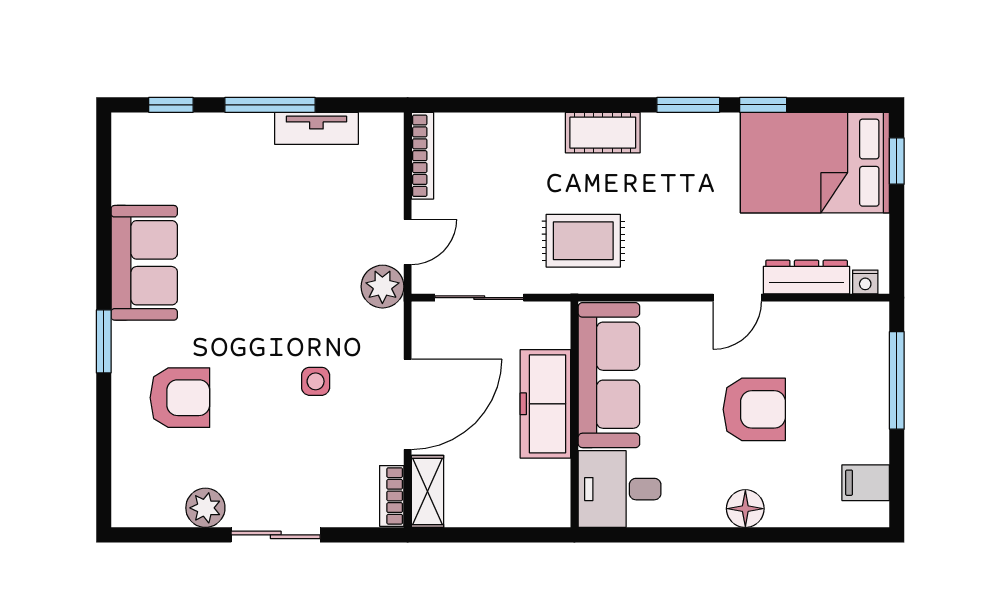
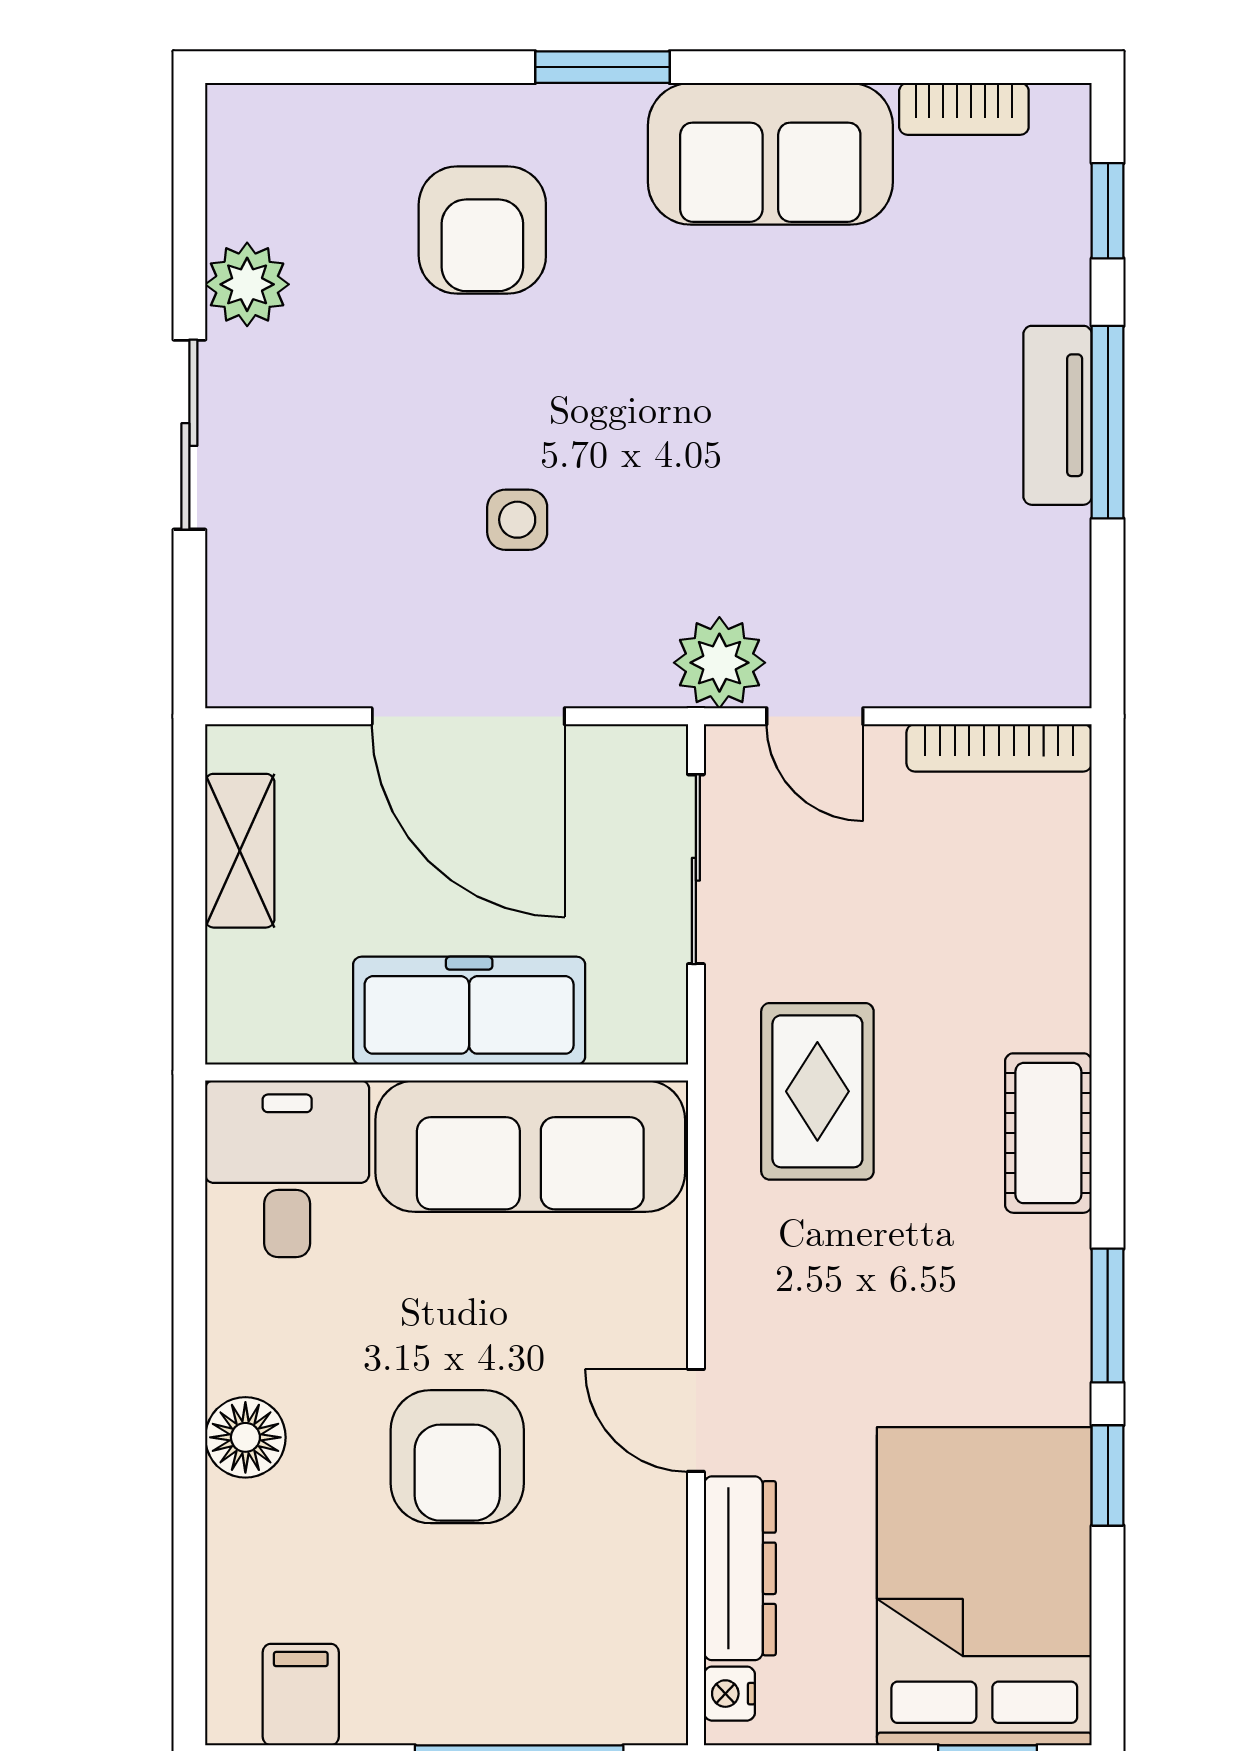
tv unit: (316, 128) -> (1058, 415), moved
shelving: (427, 491) -> (240, 851), moved, turned 90
bookcase: (392, 496) -> (964, 109), moved, turned 180

